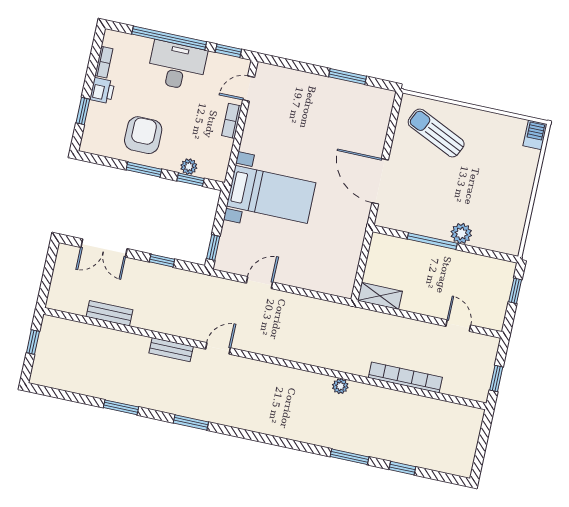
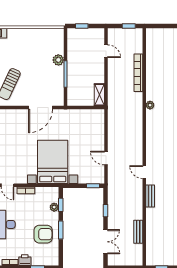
armchair: (143, 135) -> (43, 234), turned 180
bed with nightstands: (271, 194) -> (53, 162), width x1.36
door: (458, 326) -> (106, 51), swing flipped

